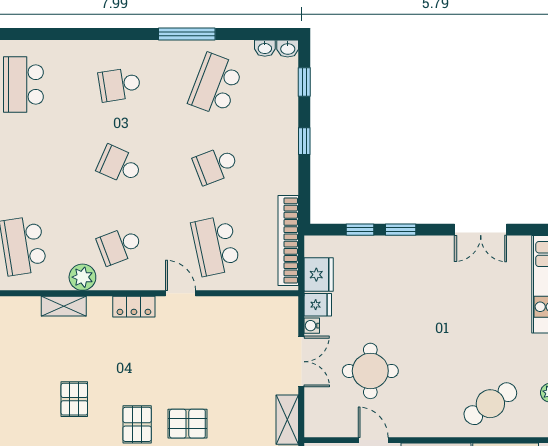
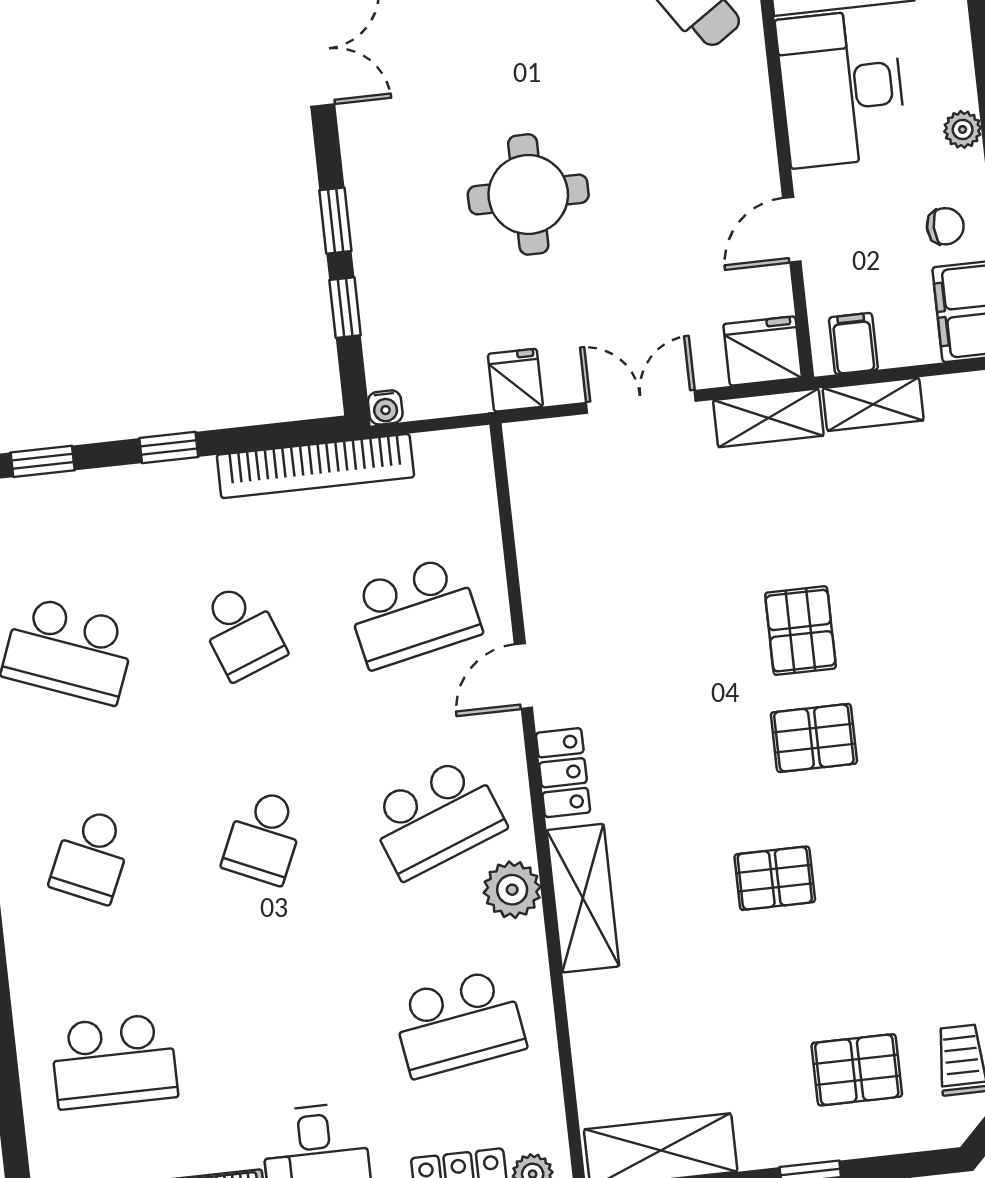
school desk: (120, 85) -> (91, 856), turned 33
bookcase: (288, 240) -> (315, 466), moved
school desk: (120, 246) -> (436, 818), width x1.85
fridge: (319, 275) -> (763, 351), moved
shelving: (64, 306) -> (583, 898), width x1.50, depth x1.33
water cooler: (312, 326) -> (385, 407), moved
round table: (370, 371) -> (528, 194), moved

